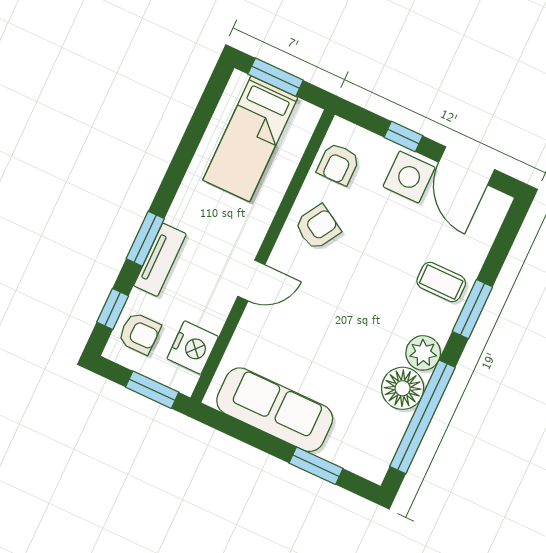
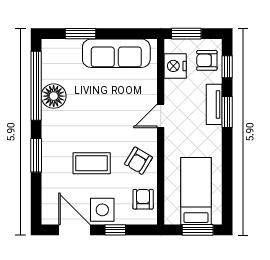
coffee table: (441, 282) -> (92, 163), moved, width x1.36, depth x1.30
plant: (423, 353) -> (51, 120), removed

